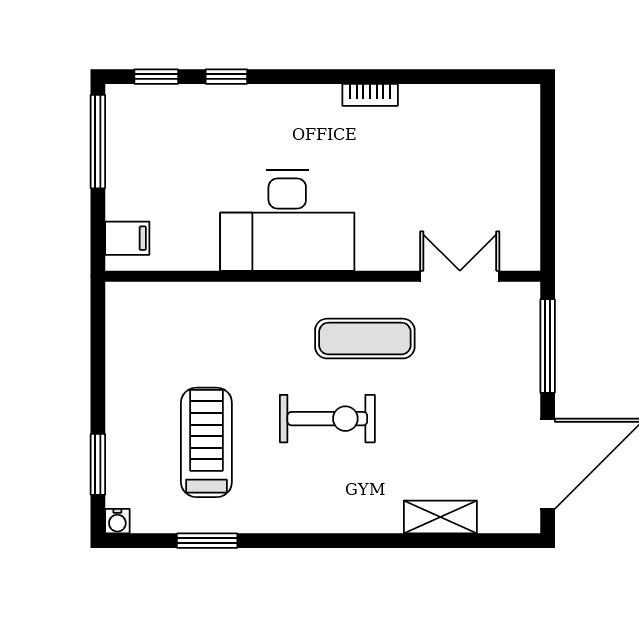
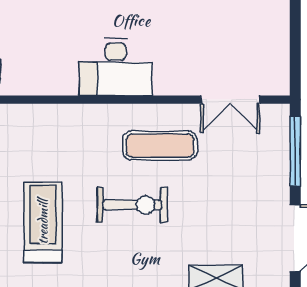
desk: (287, 221) -> (116, 67), width x0.73, depth x0.77
double door: (460, 276) -> (230, 100), swing flipped

